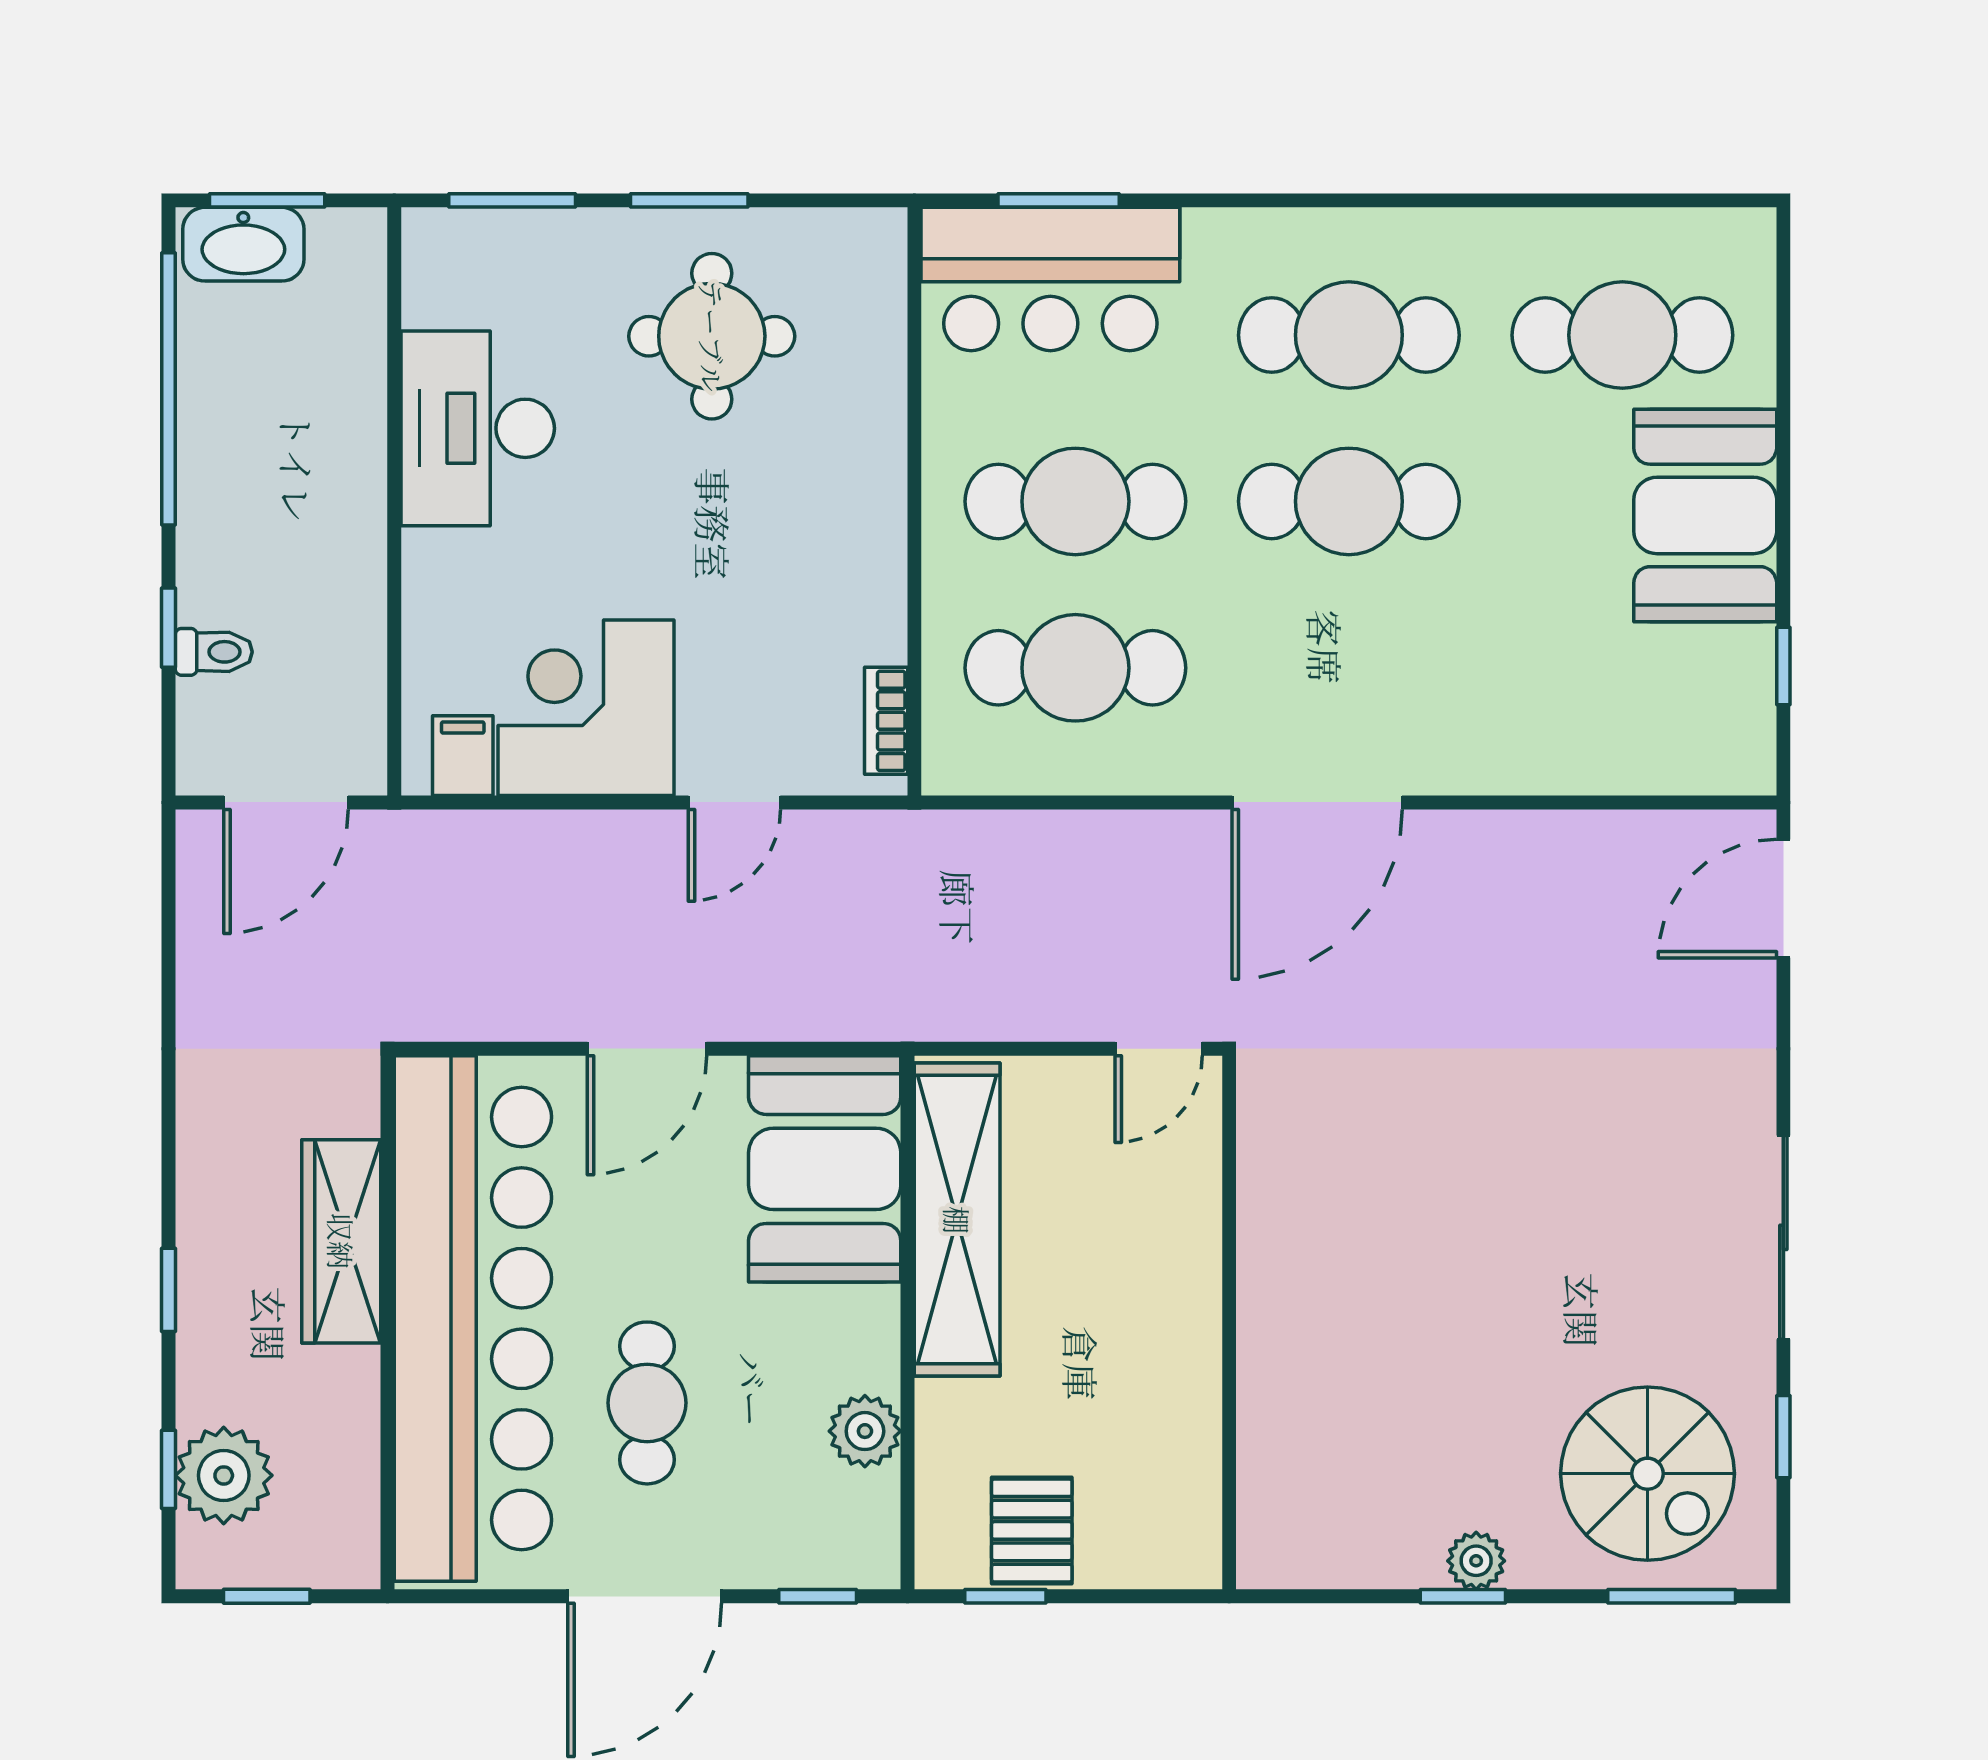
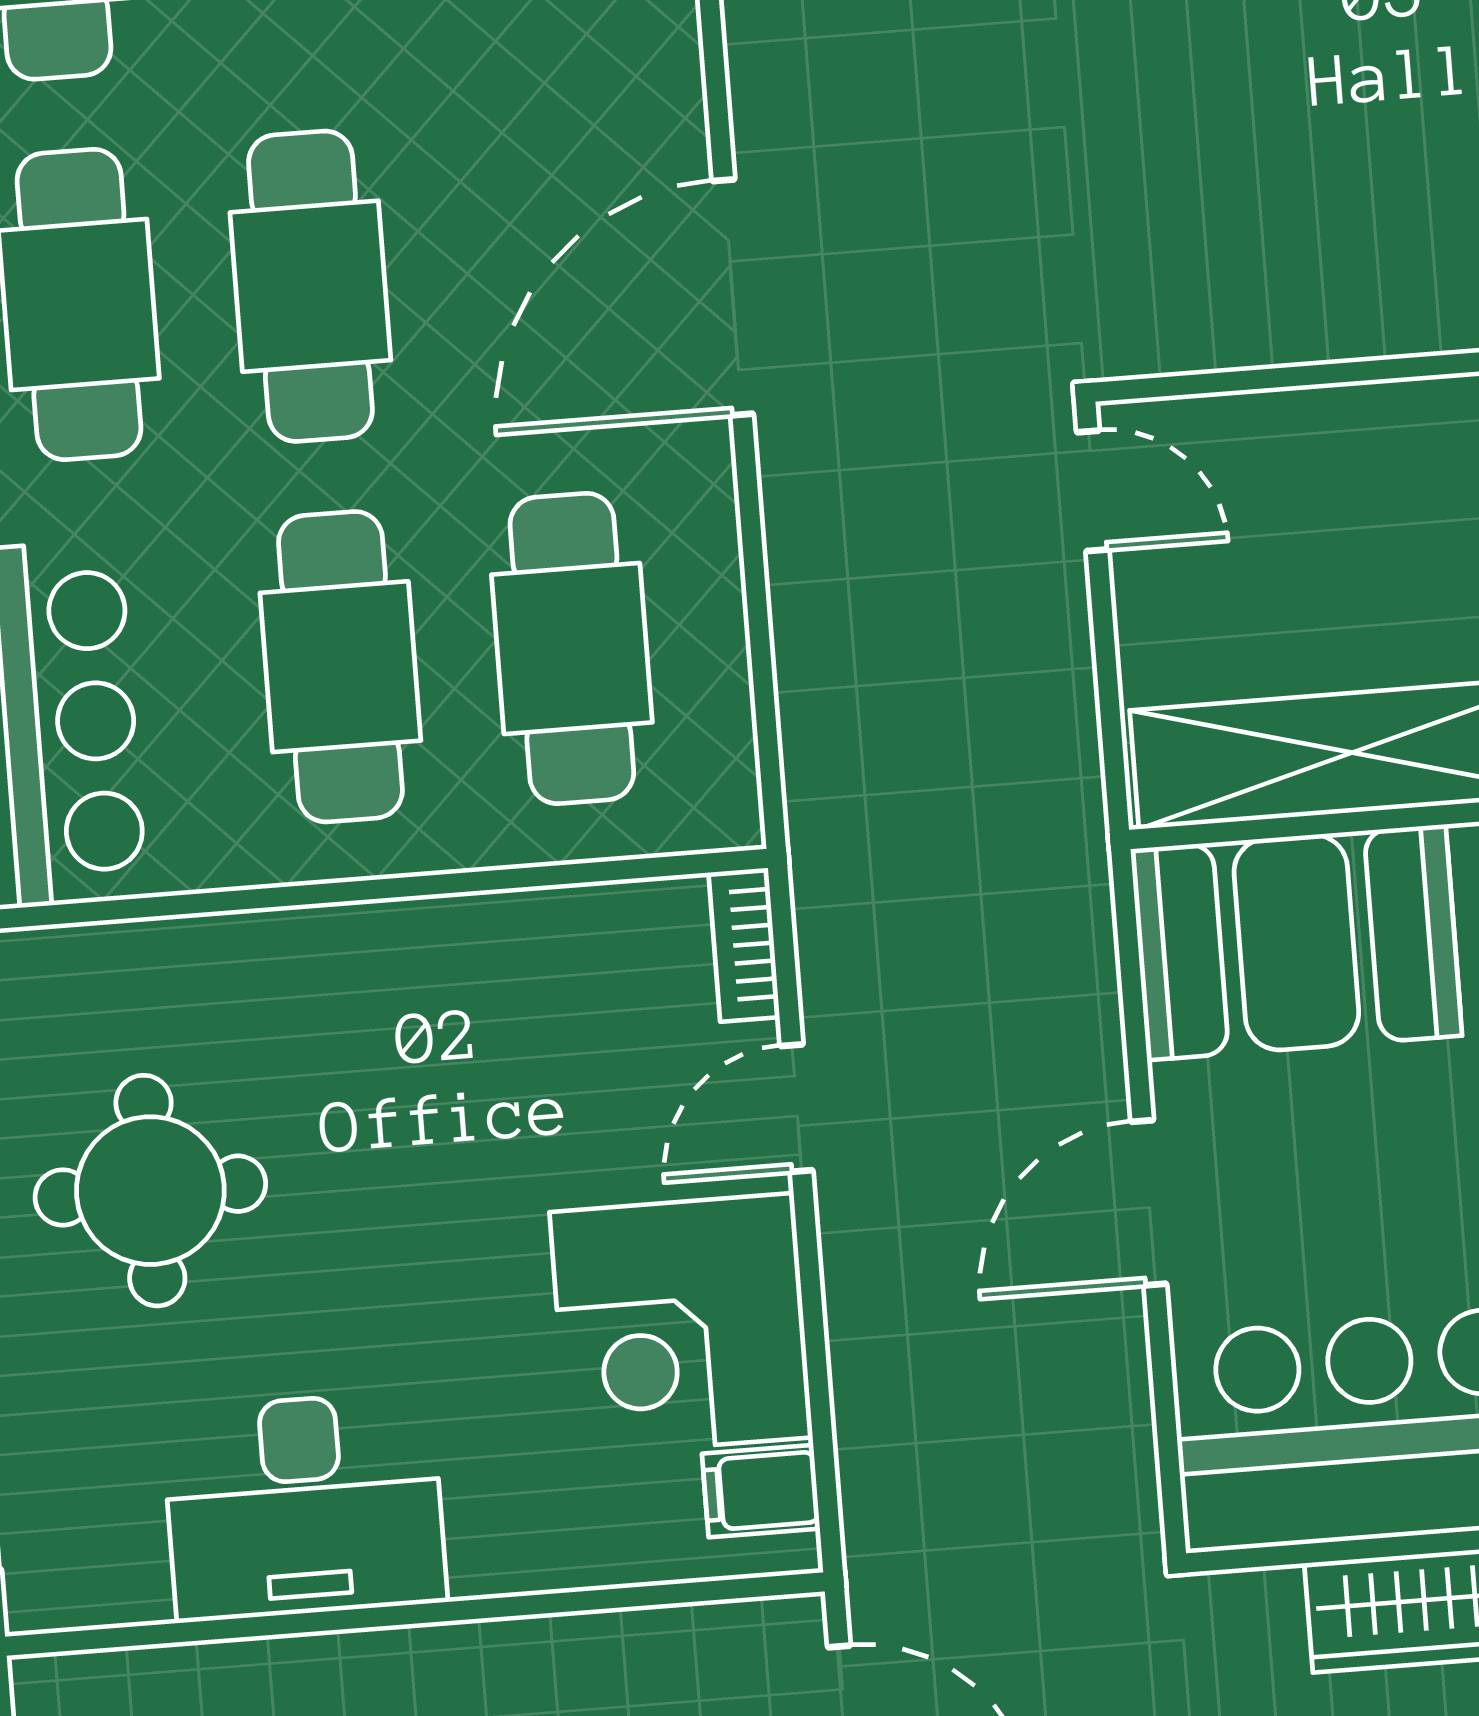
bookcase: (886, 721) -> (744, 945), moved, turned 90
door: (734, 802) -> (797, 1108), swing flipped
door: (1317, 802) -> (733, 297), swing flipped
door: (647, 1049) -> (1149, 1203), swing flipped

